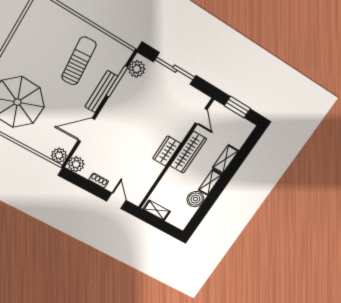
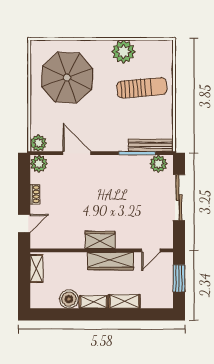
plant: (23, 41) -> (124, 52), added
sun lounger: (79, 61) -> (142, 88), moved
bench: (101, 92) -> (151, 145), moved

